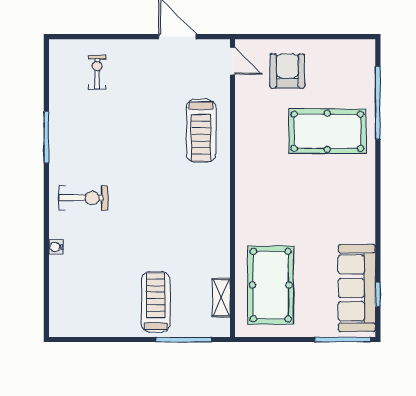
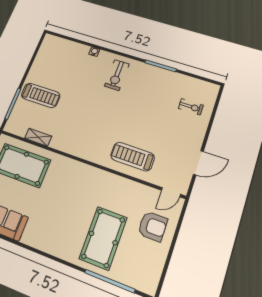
shelving: (221, 298) -> (38, 137), moved

